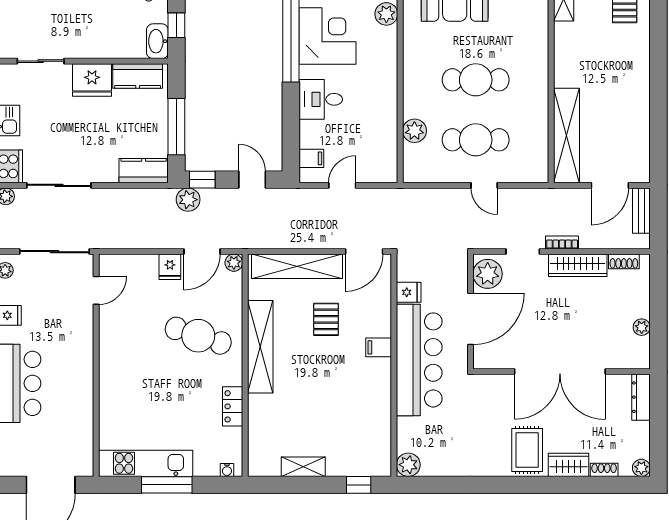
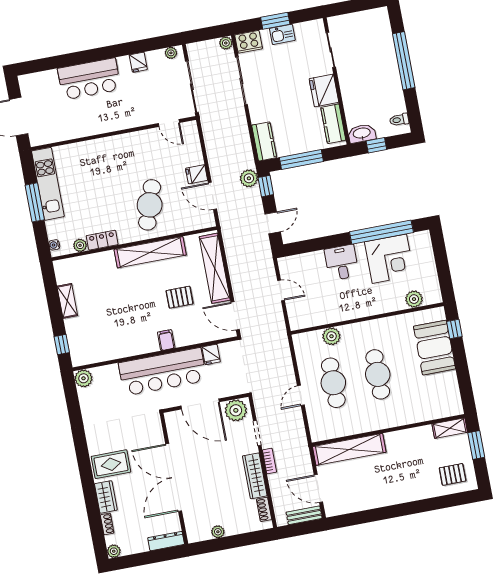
filing cabinet: (311, 158) -> (297, 264), removed
plant: (234, 263) -> (80, 245), moved

